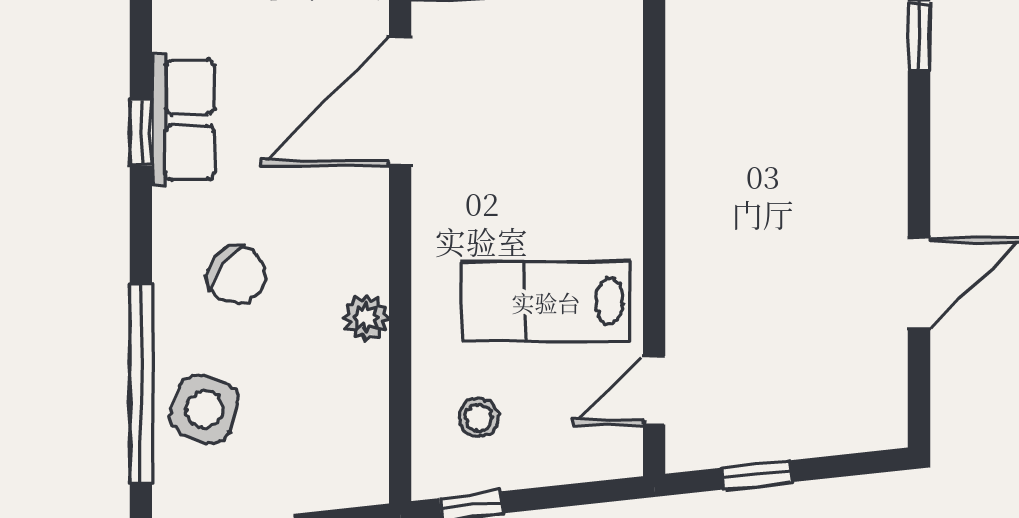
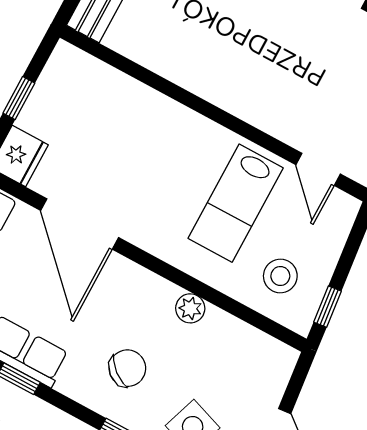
stool: (478, 418) -> (280, 276), width x1.37, depth x1.37

